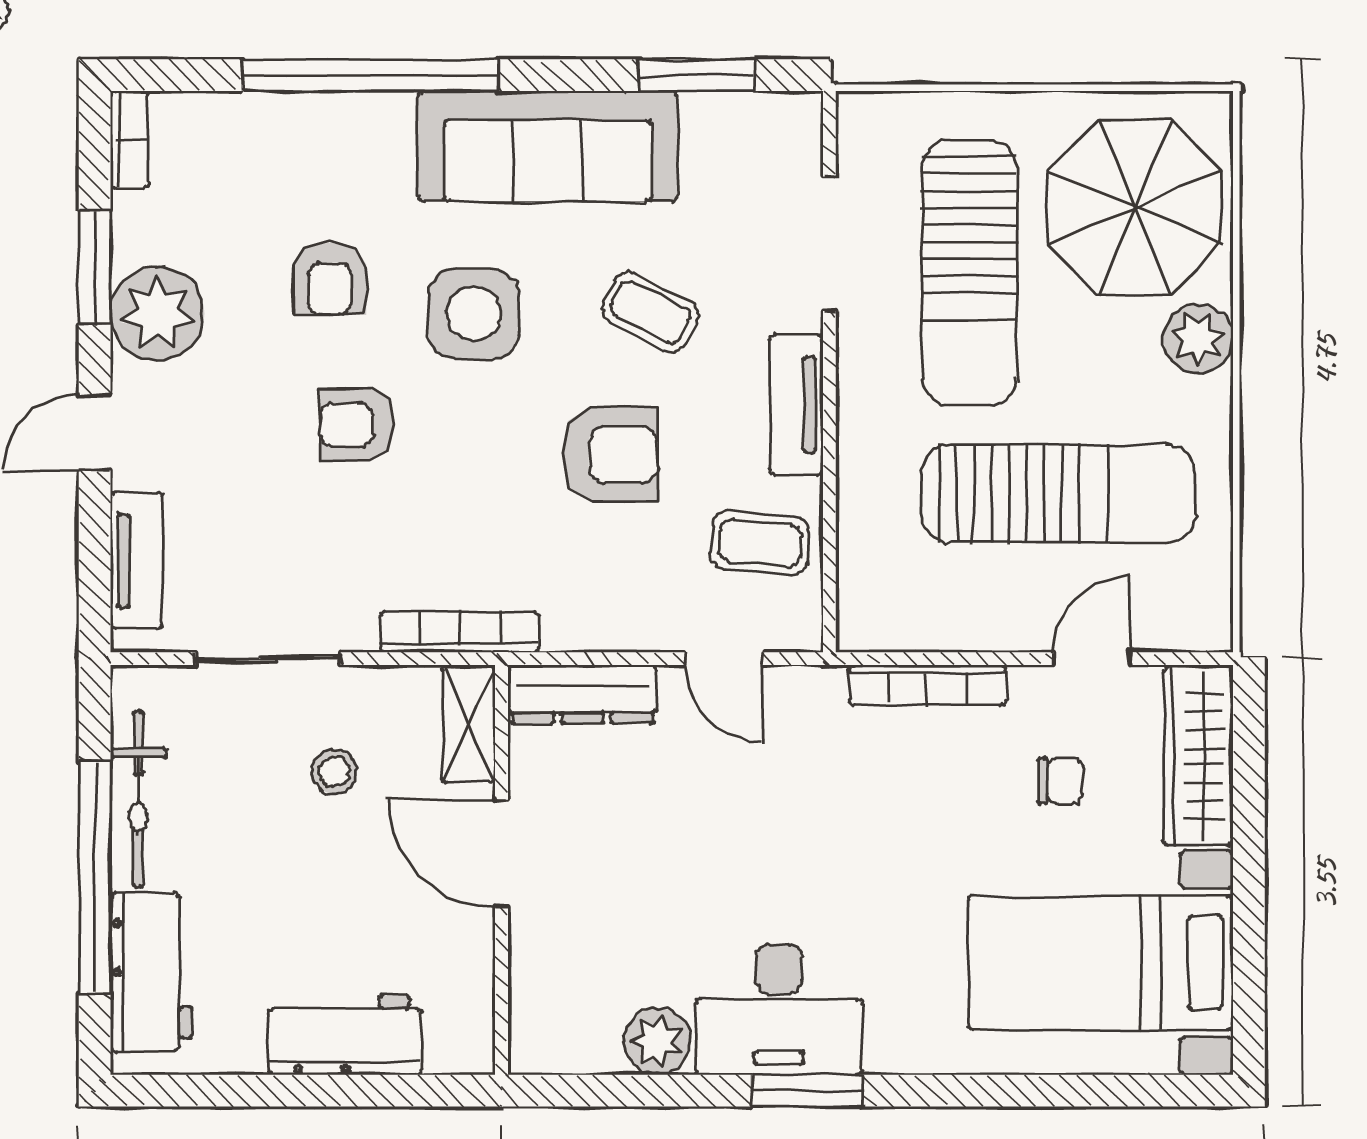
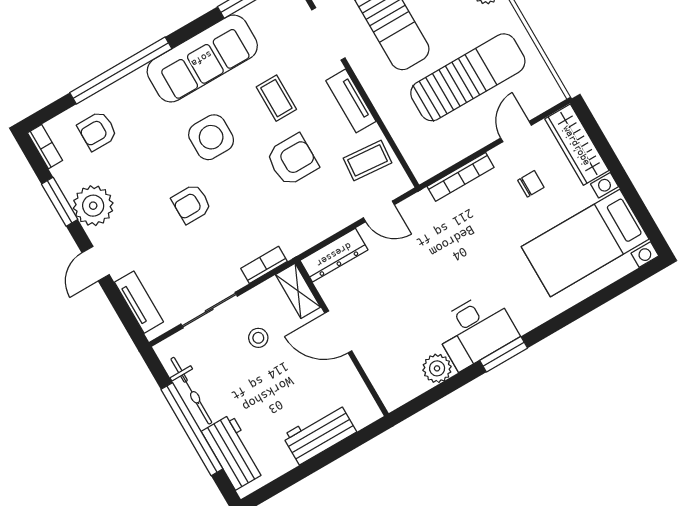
armchair: (330, 279) -> (97, 131), moved, turned 90
coffee table: (650, 312) -> (276, 98), turned 63
bookcase: (459, 632) -> (264, 265), width x0.64

